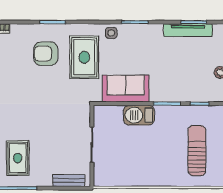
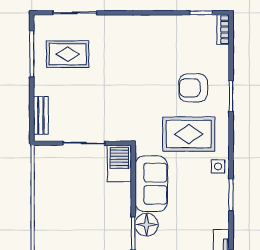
armchair: (46, 54) -> (193, 88), turned -90
floor lamp: (160, 92) -> (147, 225), added
barbecue: (139, 115) -> (119, 163), moved

